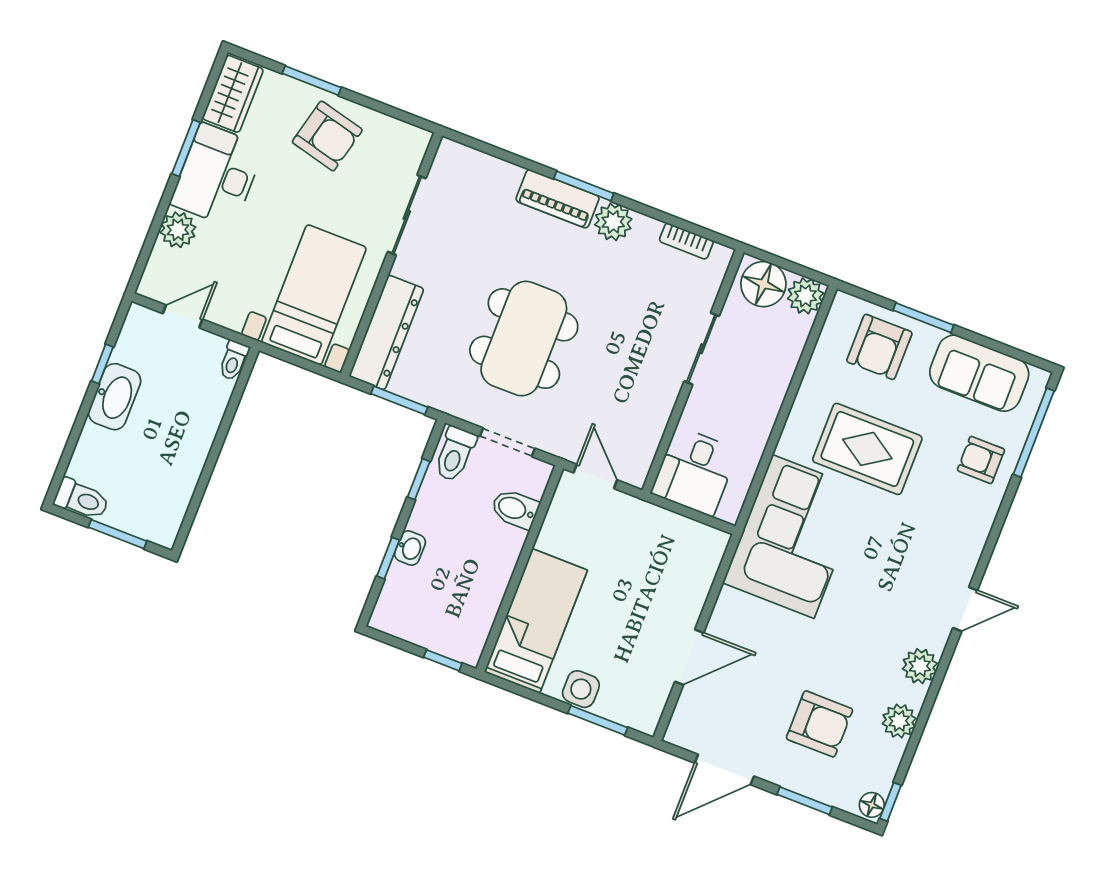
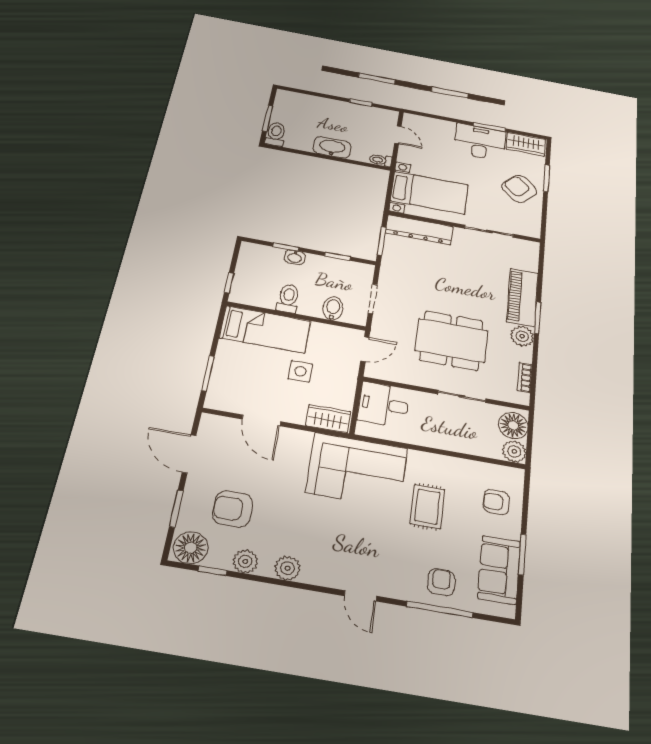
armchair: (327, 136) -> (519, 189), turned 119
piano: (558, 199) -> (522, 297), width x1.37, depth x1.33
plant: (178, 230) -> (444, 128), removed
window: (923, 318) -> (522, 554), moved
dining table: (524, 339) -> (451, 341), moved
armchair: (879, 347) -> (496, 502), width x0.72, depth x0.72
washbasin: (115, 397) -> (332, 147), moved, turned 180
window: (1034, 433) -> (440, 609), moved
rug: (867, 449) -> (427, 507), width x0.73, depth x0.70
toilet: (455, 454) -> (288, 298), moved, turned 90
toilet: (82, 499) -> (276, 134), moved, turned 180
wardrobe: (703, 559) -> (328, 419), added
door: (965, 609) -> (360, 596), moved
side table: (581, 689) -> (300, 371), moved
armchair: (819, 724) -> (233, 509), turned 90
window: (890, 802) -> (213, 571), moved
floor lamp: (872, 805) -> (191, 548), width x1.89, depth x1.89

